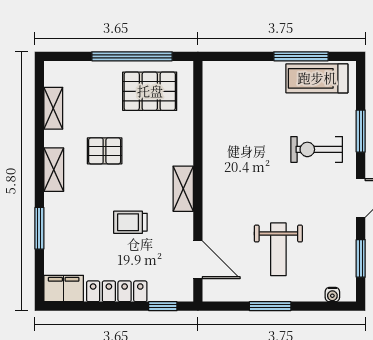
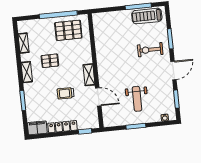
door: (198, 260) -> (98, 97), moved

